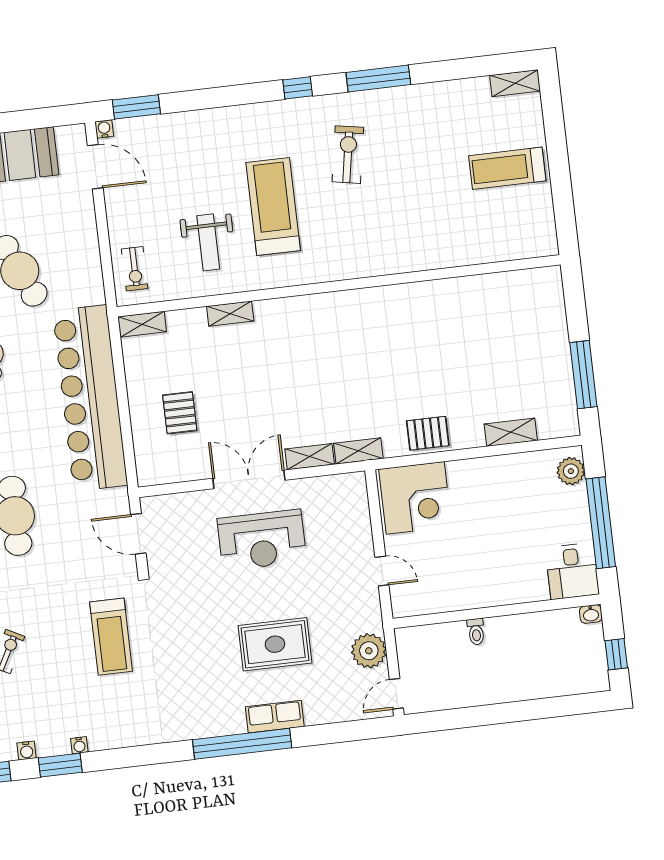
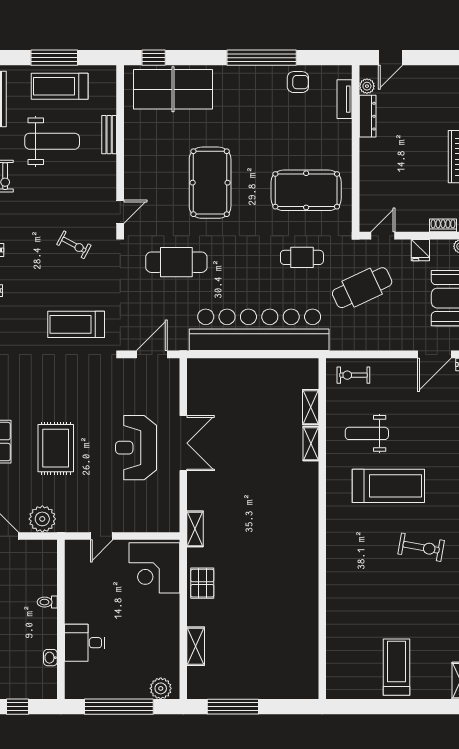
shelving: (142, 324) -> (311, 407), moved
pallet: (180, 413) -> (240, 397), removed
shelving: (310, 457) -> (195, 491), removed
desk: (572, 571) -> (85, 643), moved
washbasin: (591, 614) -> (50, 658), moved

